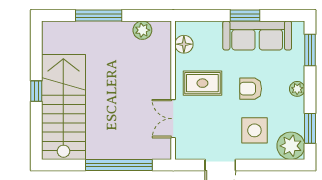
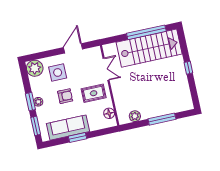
stairs: (63, 107) -> (149, 48), moved, turned -90
window: (310, 128) -> (30, 102), moved
window: (119, 165) -> (146, 32), moved

